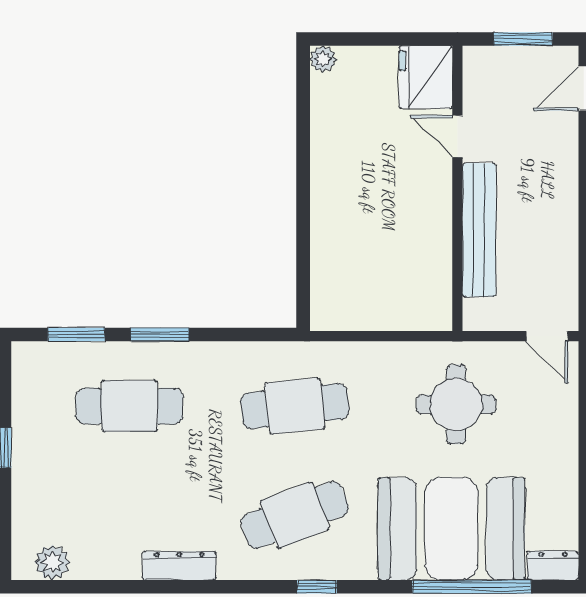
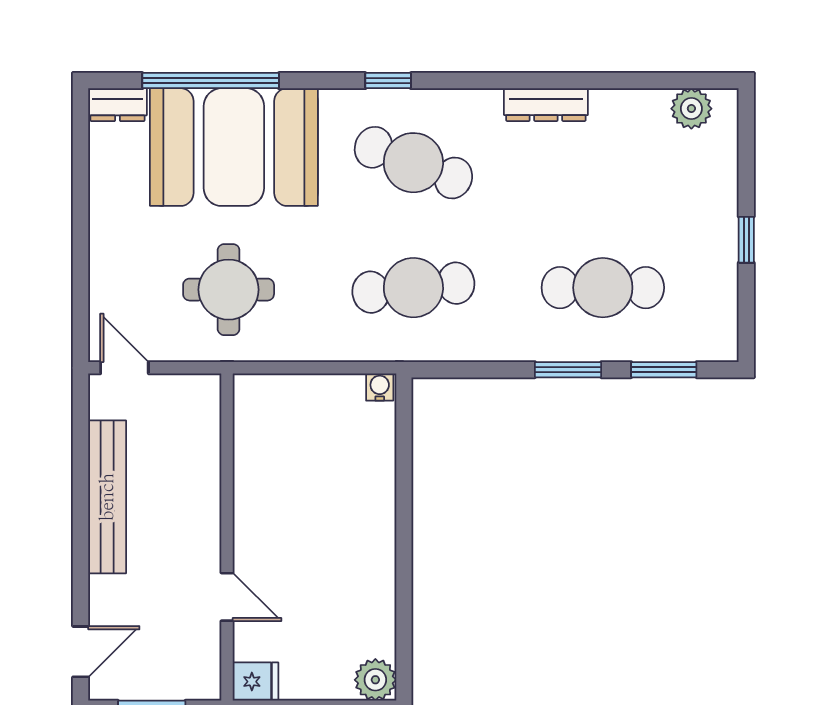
plant: (323, 59) -> (375, 680), width x1.38, depth x1.38
fridge: (426, 77) -> (256, 682), width x0.53, depth x0.75
bench: (479, 230) -> (107, 497), moved
water cooler: (324, 319) -> (380, 387), added
cafe table: (295, 515) -> (413, 163), turned 42

